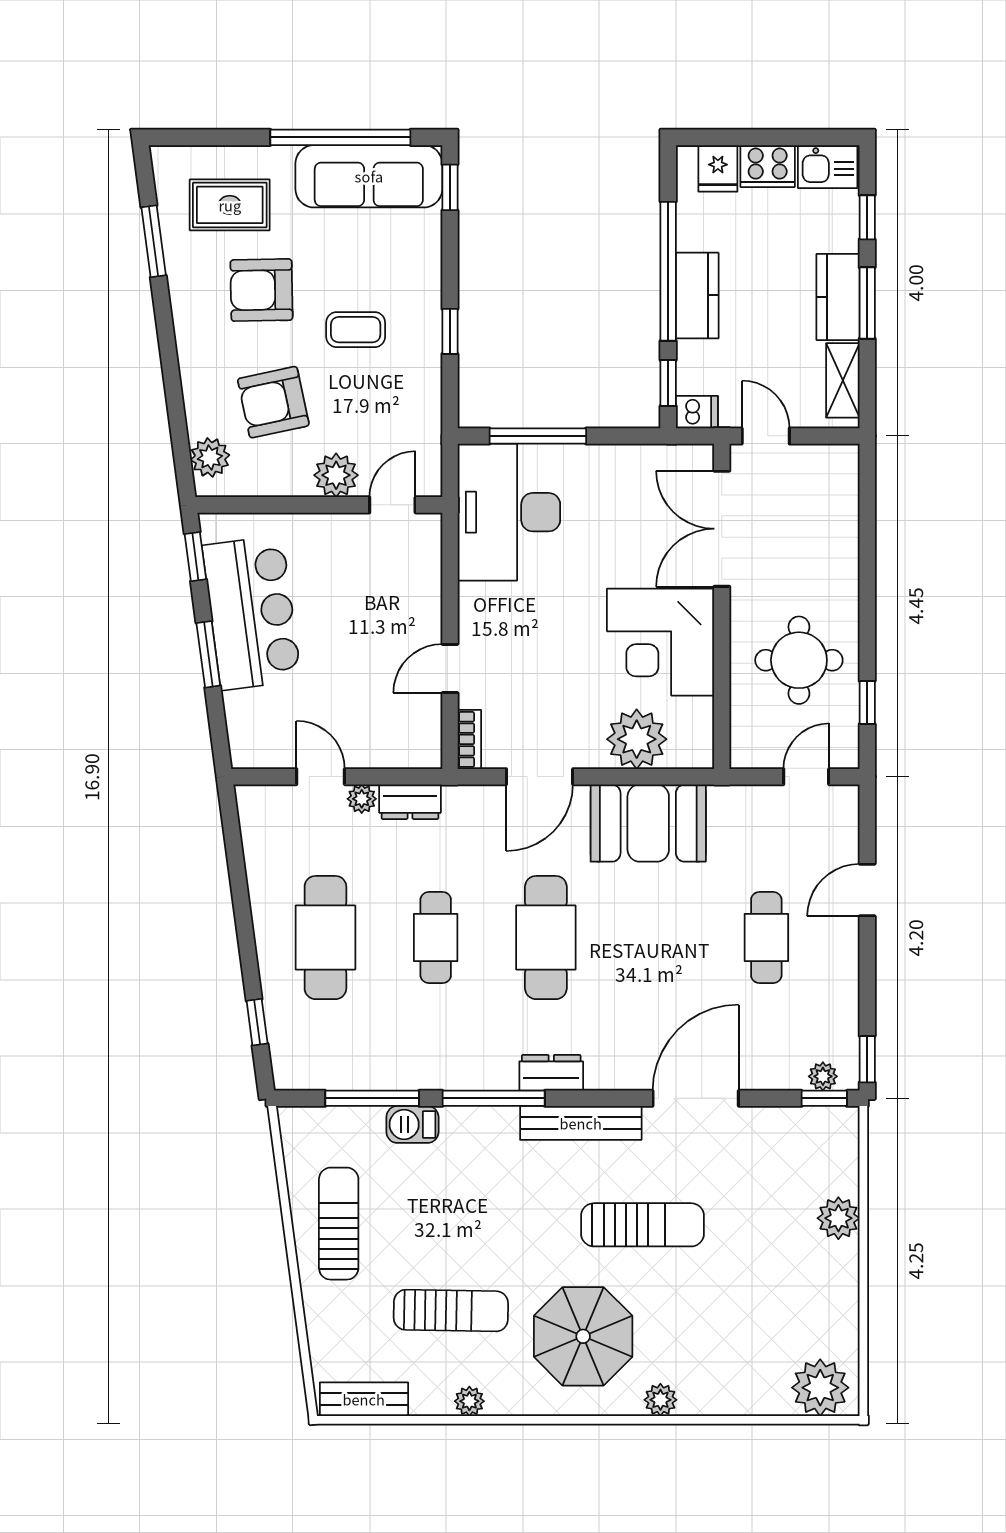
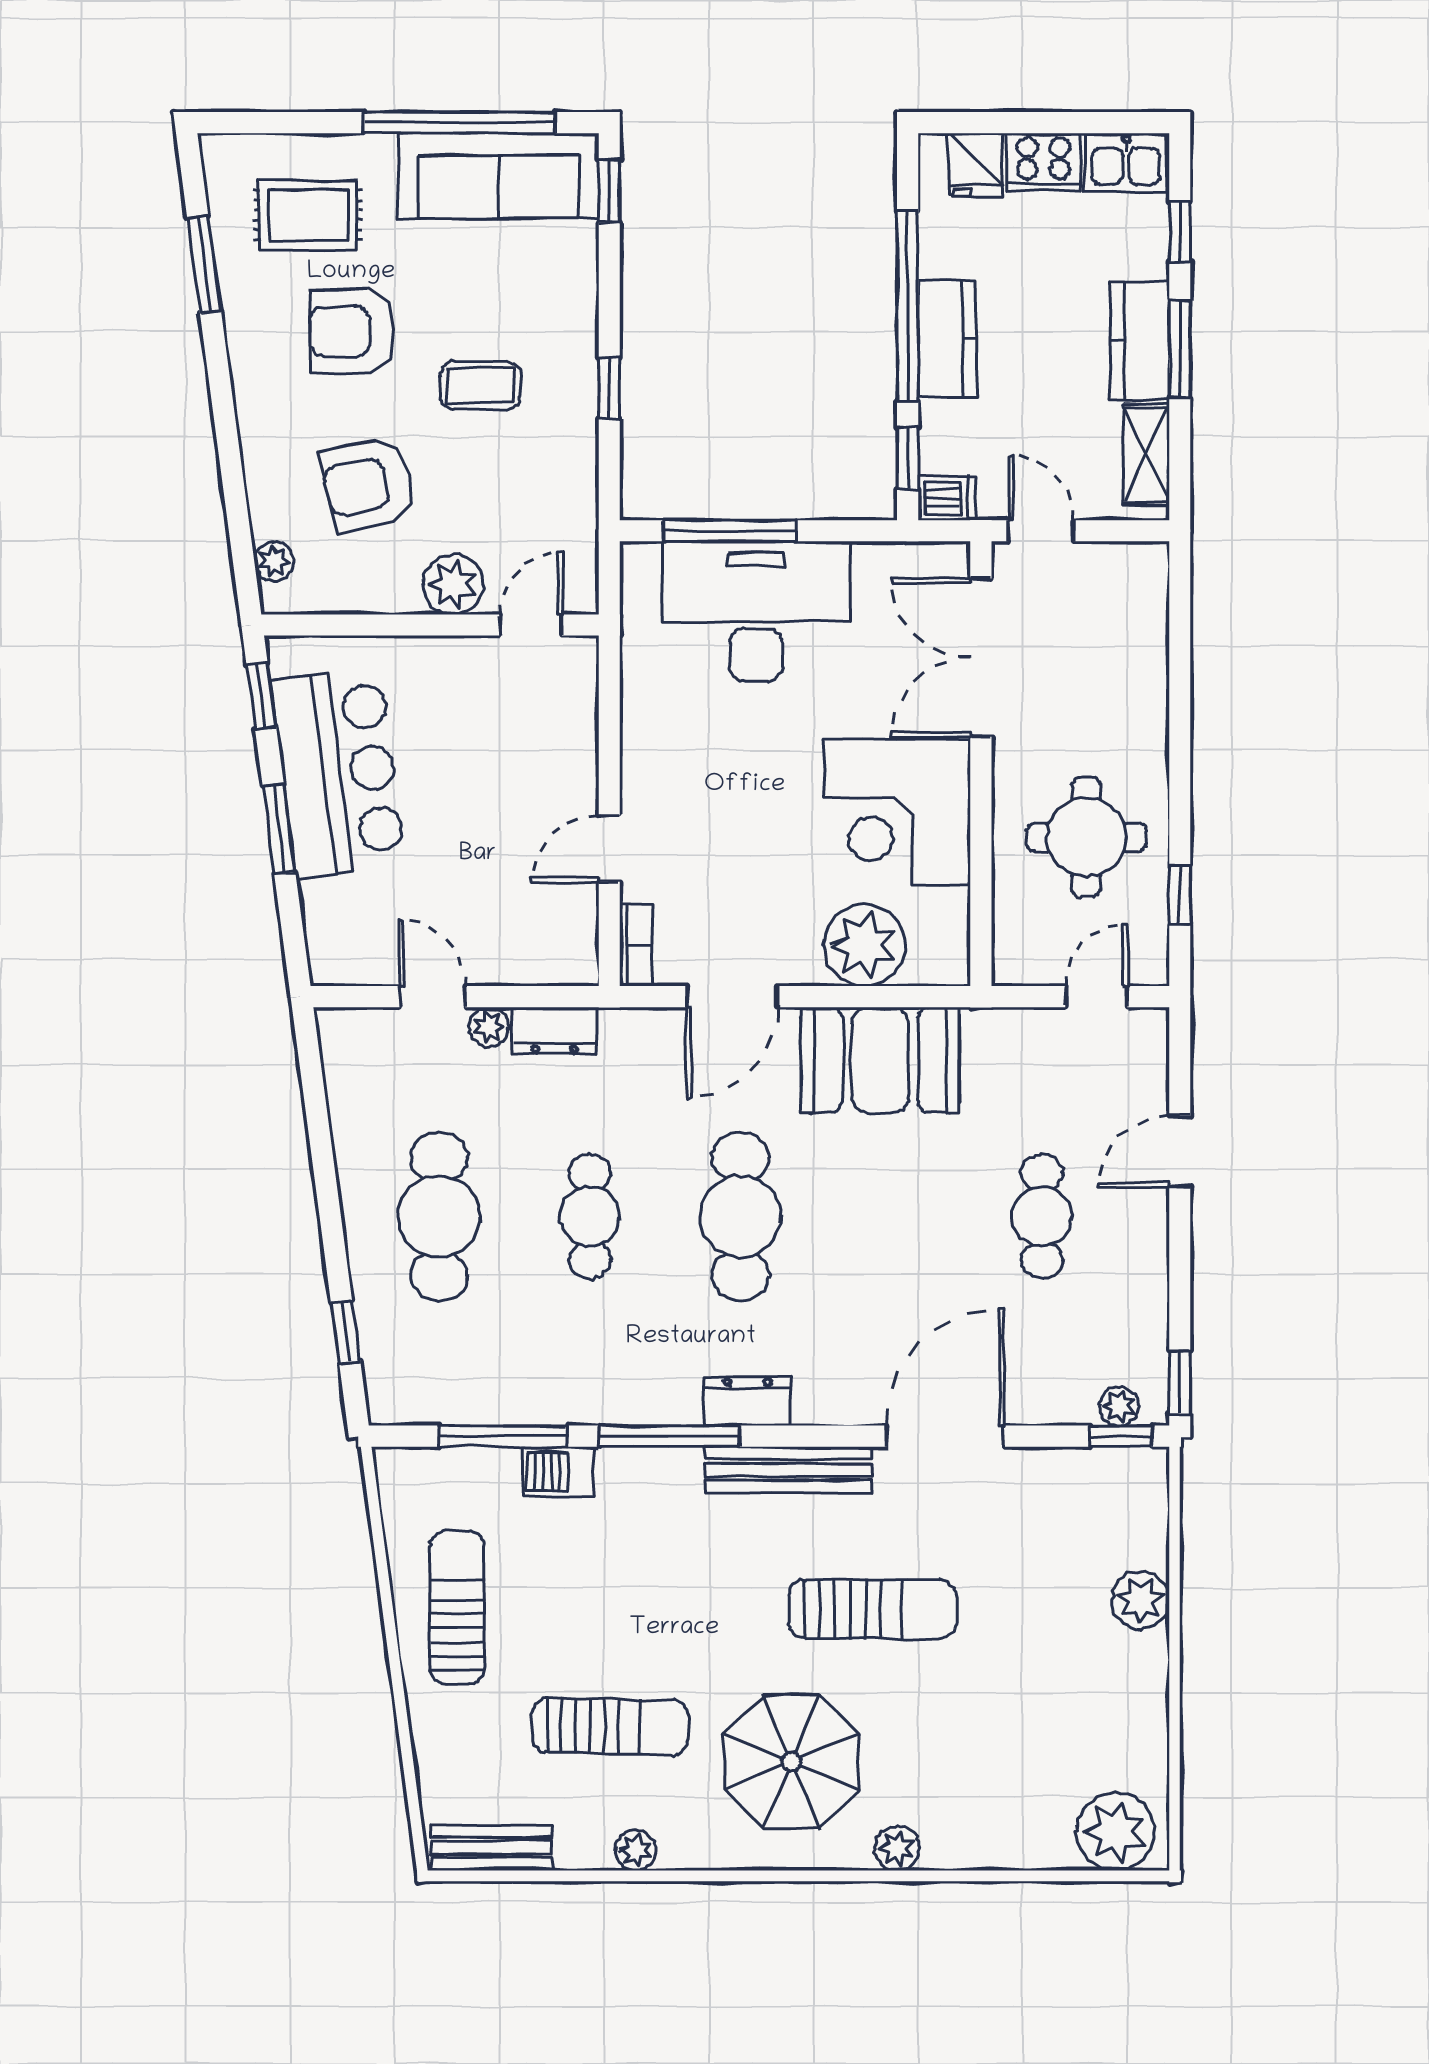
plant: (210, 457) -> (274, 561), width x0.73, depth x0.73
desk: (509, 512) -> (756, 611), moved, turned 90

